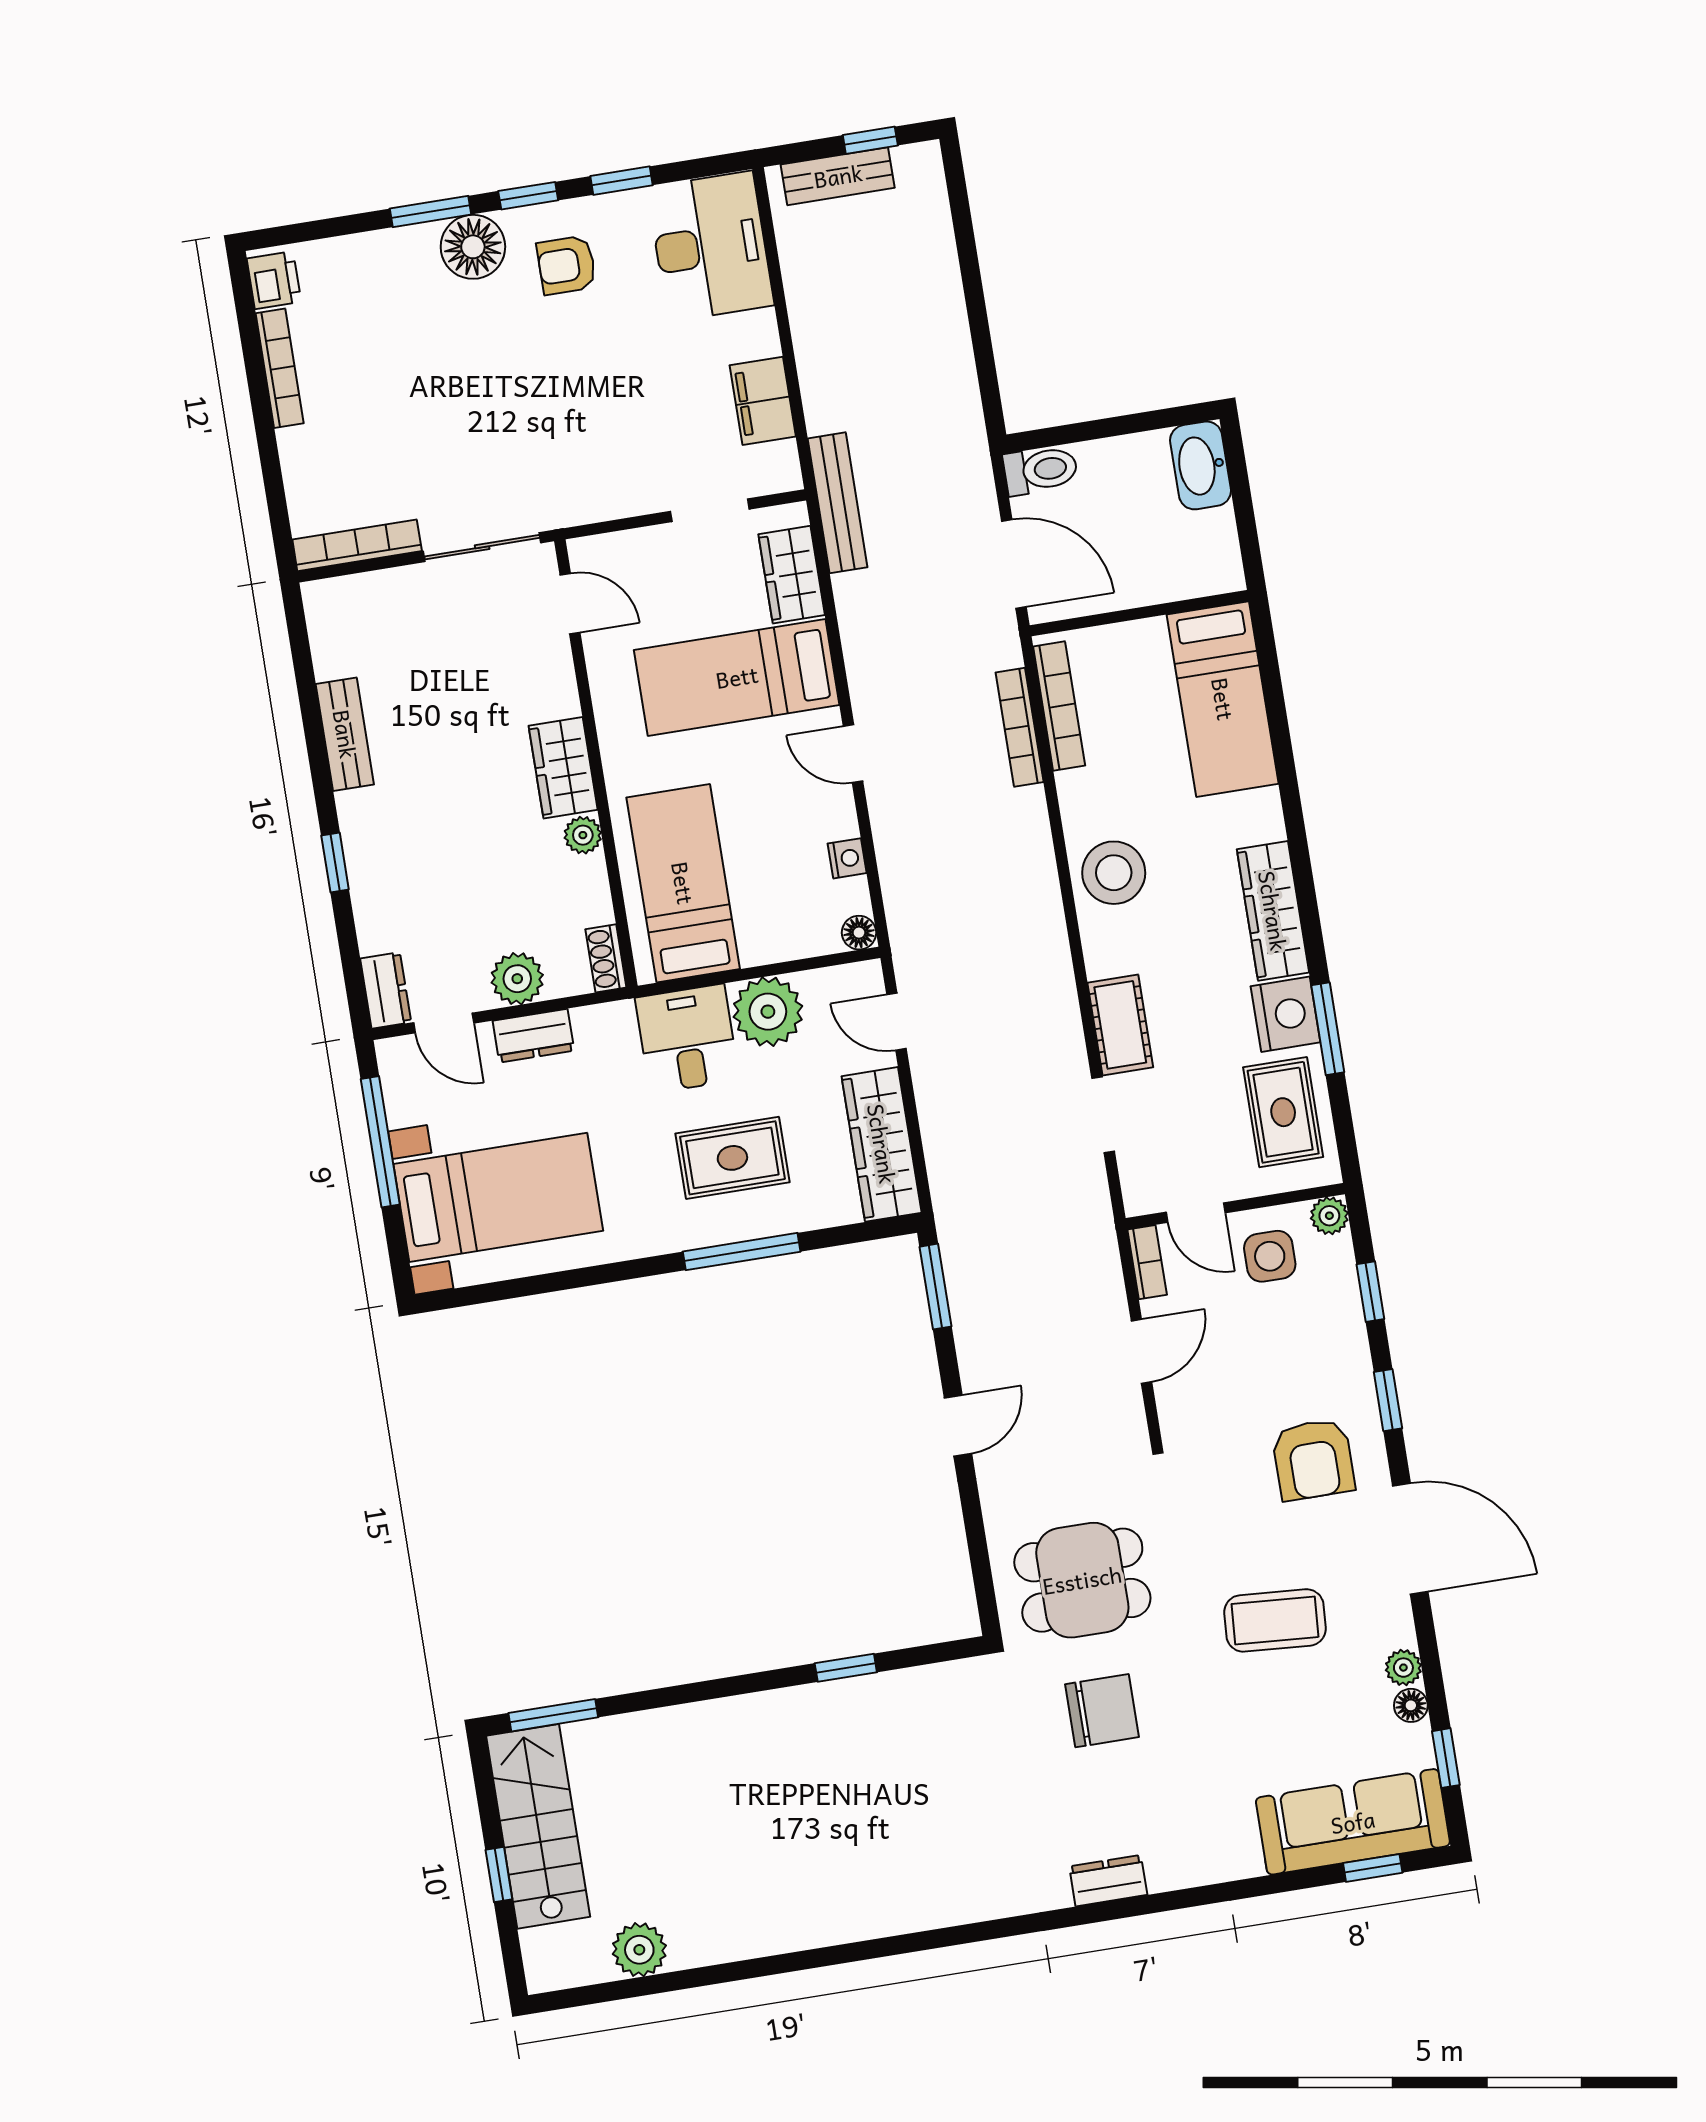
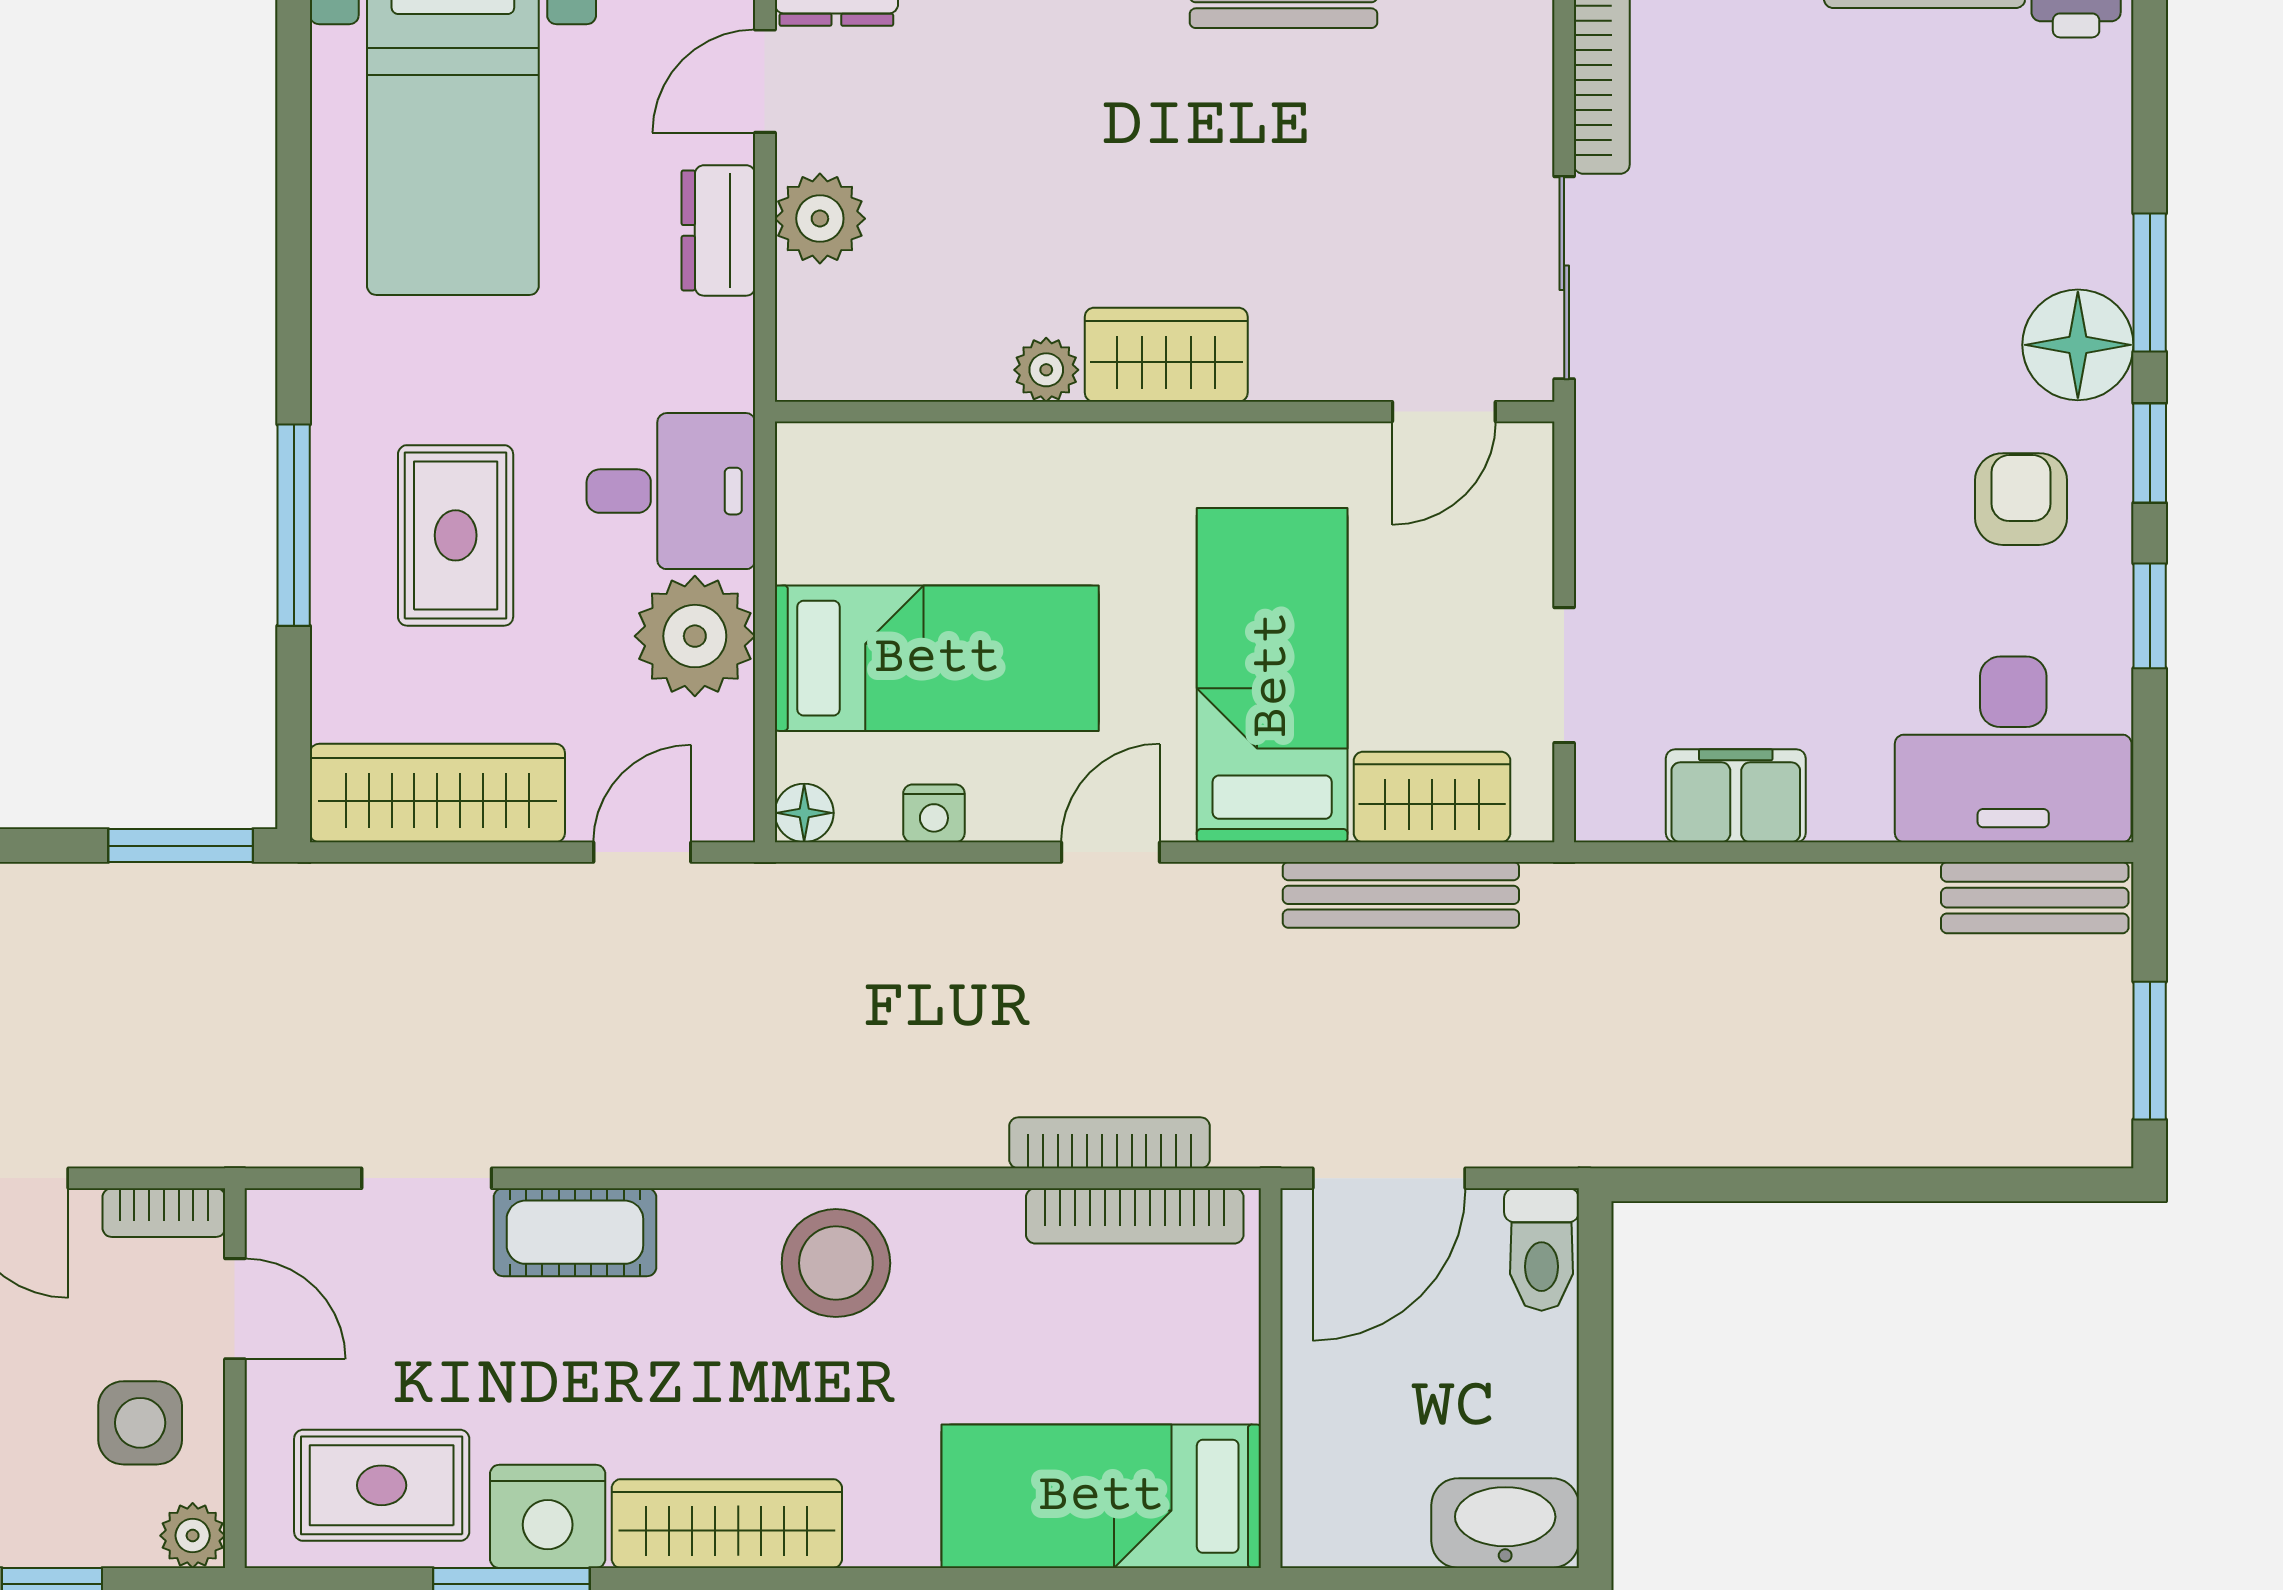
window: (870, 140) -> (2150, 1051), width x1.50
bench: (838, 176) -> (2035, 898), moved, turned 90
bench: (838, 503) -> (1401, 895), moved
bed: (683, 883) -> (937, 658), moved
shoe rack: (606, 958) -> (830, 375), removed
door: (1196, 1213) -> (235, 1309), swing flipped

